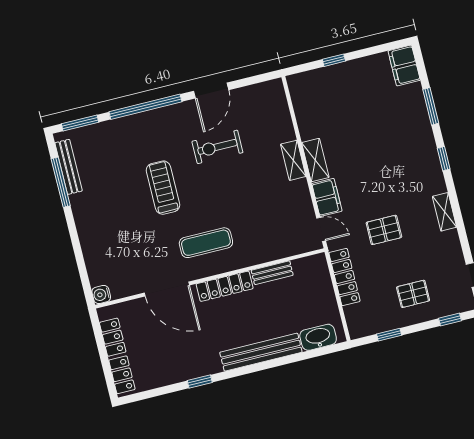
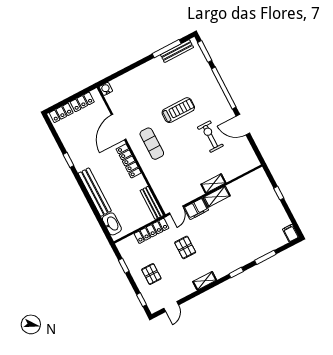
filing cabinet: (404, 66) -> (291, 233), width x0.50
bench: (272, 273) -> (152, 203), moved, width x1.36

